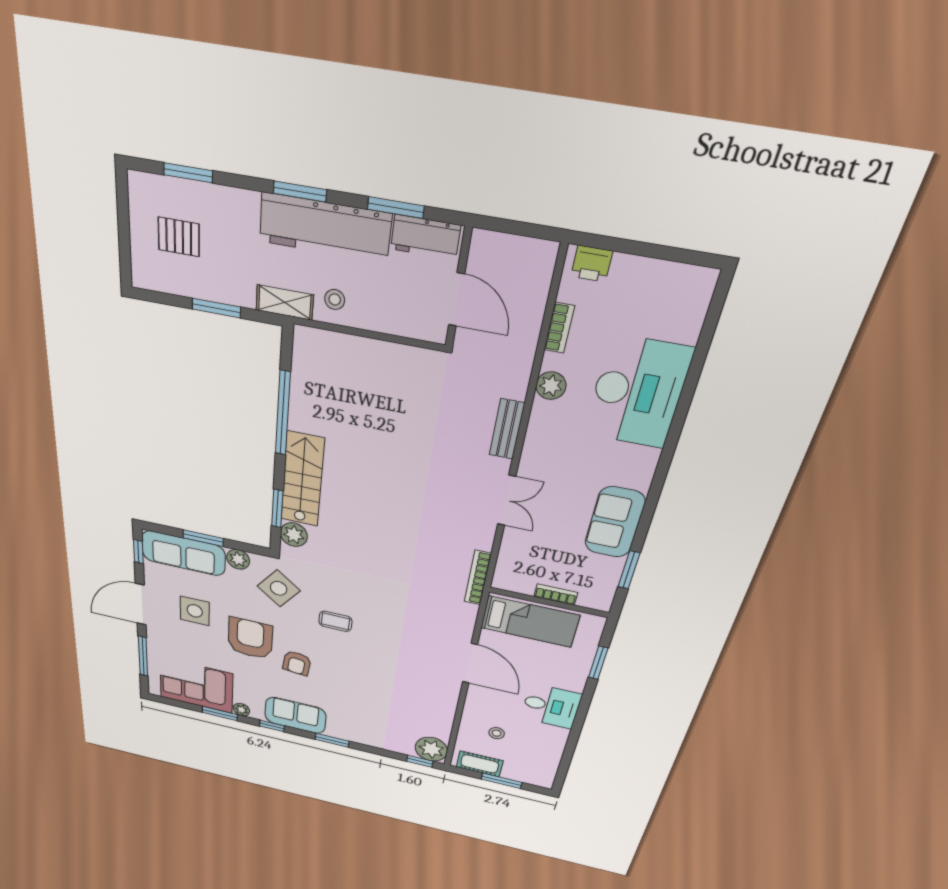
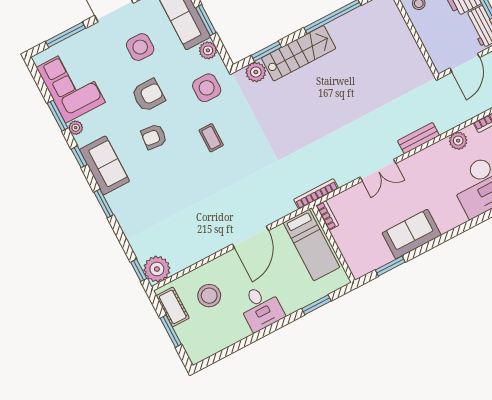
side table: (279, 588) -> (207, 88), turned -38
bookcase: (556, 594) -> (327, 215), moved
armchair: (250, 638) -> (148, 95), width x0.73, depth x0.73
stool: (497, 733) -> (209, 296), width x1.89, depth x1.89

